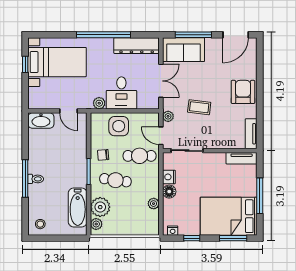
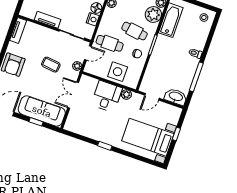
window: (104, 35) -> (105, 146), width x0.32
window: (193, 35) -> (36, 122), width x0.46
dresser: (137, 46) -> (82, 129), removed
sofa: (183, 50) -> (42, 111), width x1.36
window: (25, 64) -> (176, 134), moved
door: (68, 111) -> (152, 97), swing flipped
door: (161, 136) -> (88, 53), hinge flipped
tv unit: (242, 158) -> (48, 20), moved
window: (25, 178) -> (196, 77), moved

